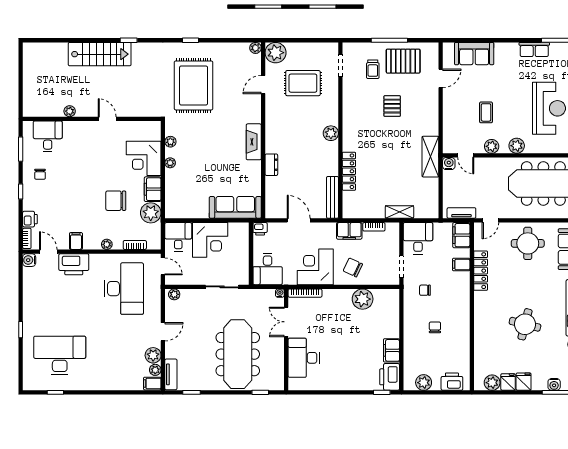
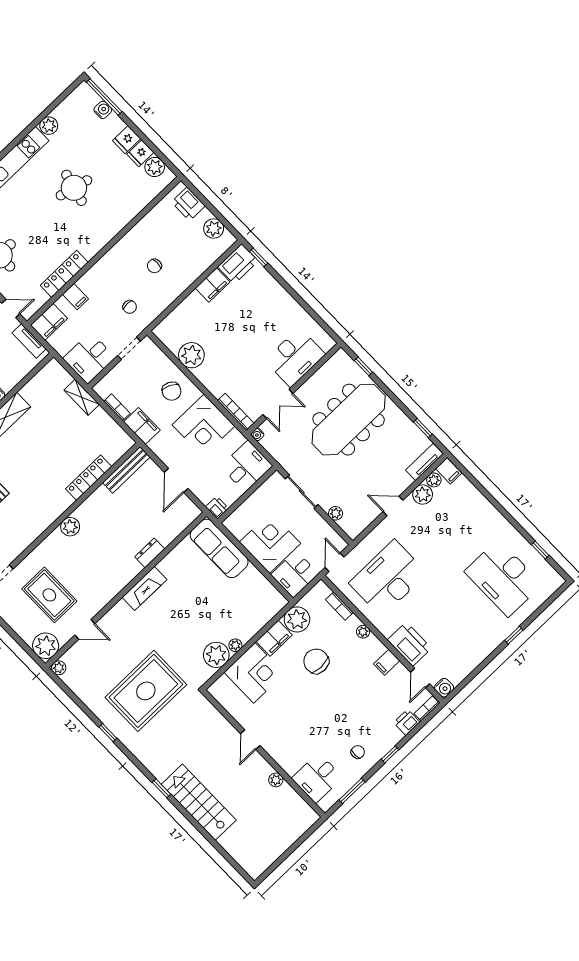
plant: (170, 142) -> (216, 655), width x1.88, depth x1.88
chair: (116, 201) -> (316, 661), turned 180
plant: (174, 294) -> (336, 513), moved

